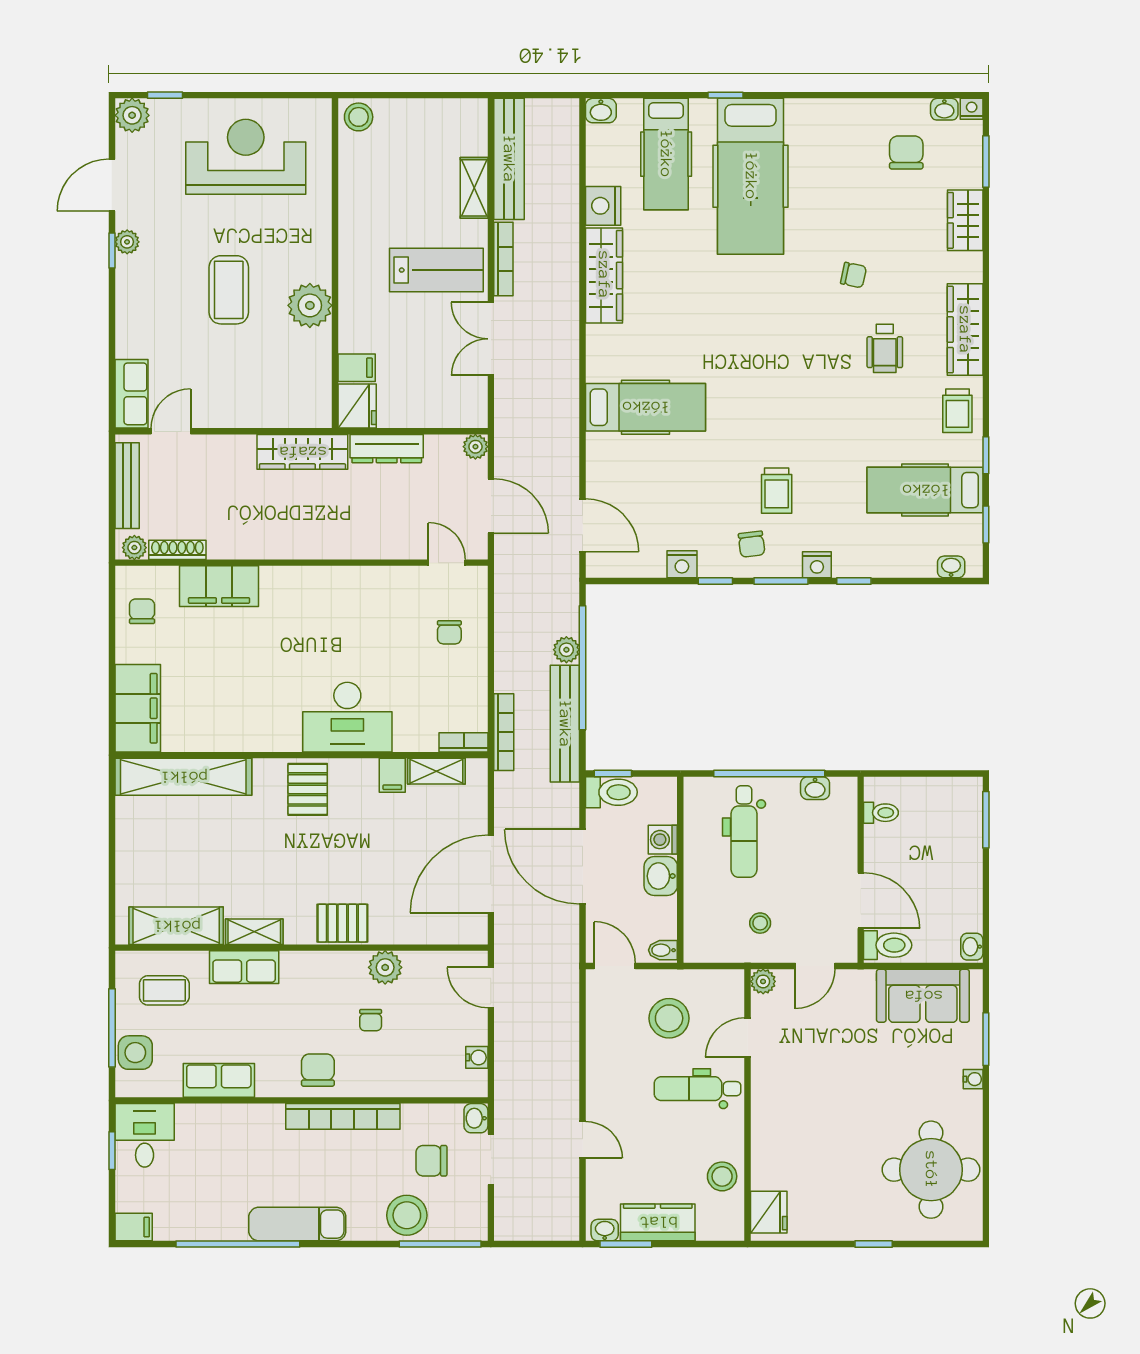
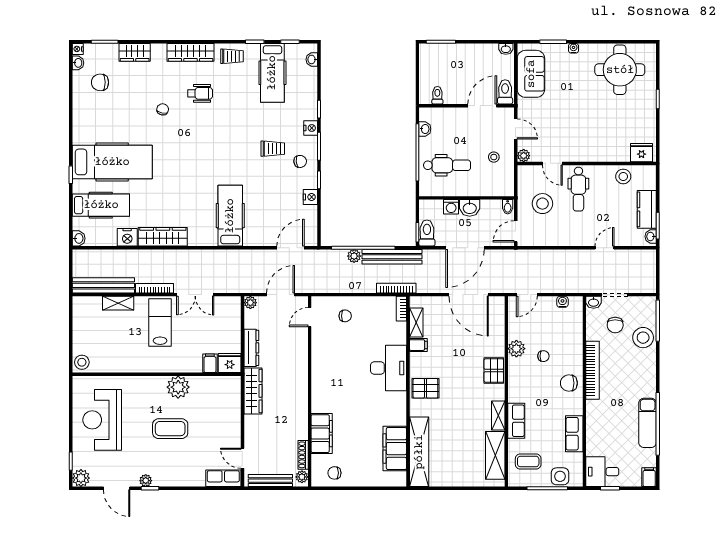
filing cabinet: (138, 708) -> (395, 449), moved, turned -90
coffee table: (164, 990) -> (528, 461), turned 90
exam couch: (297, 1224) -> (648, 423), moved

